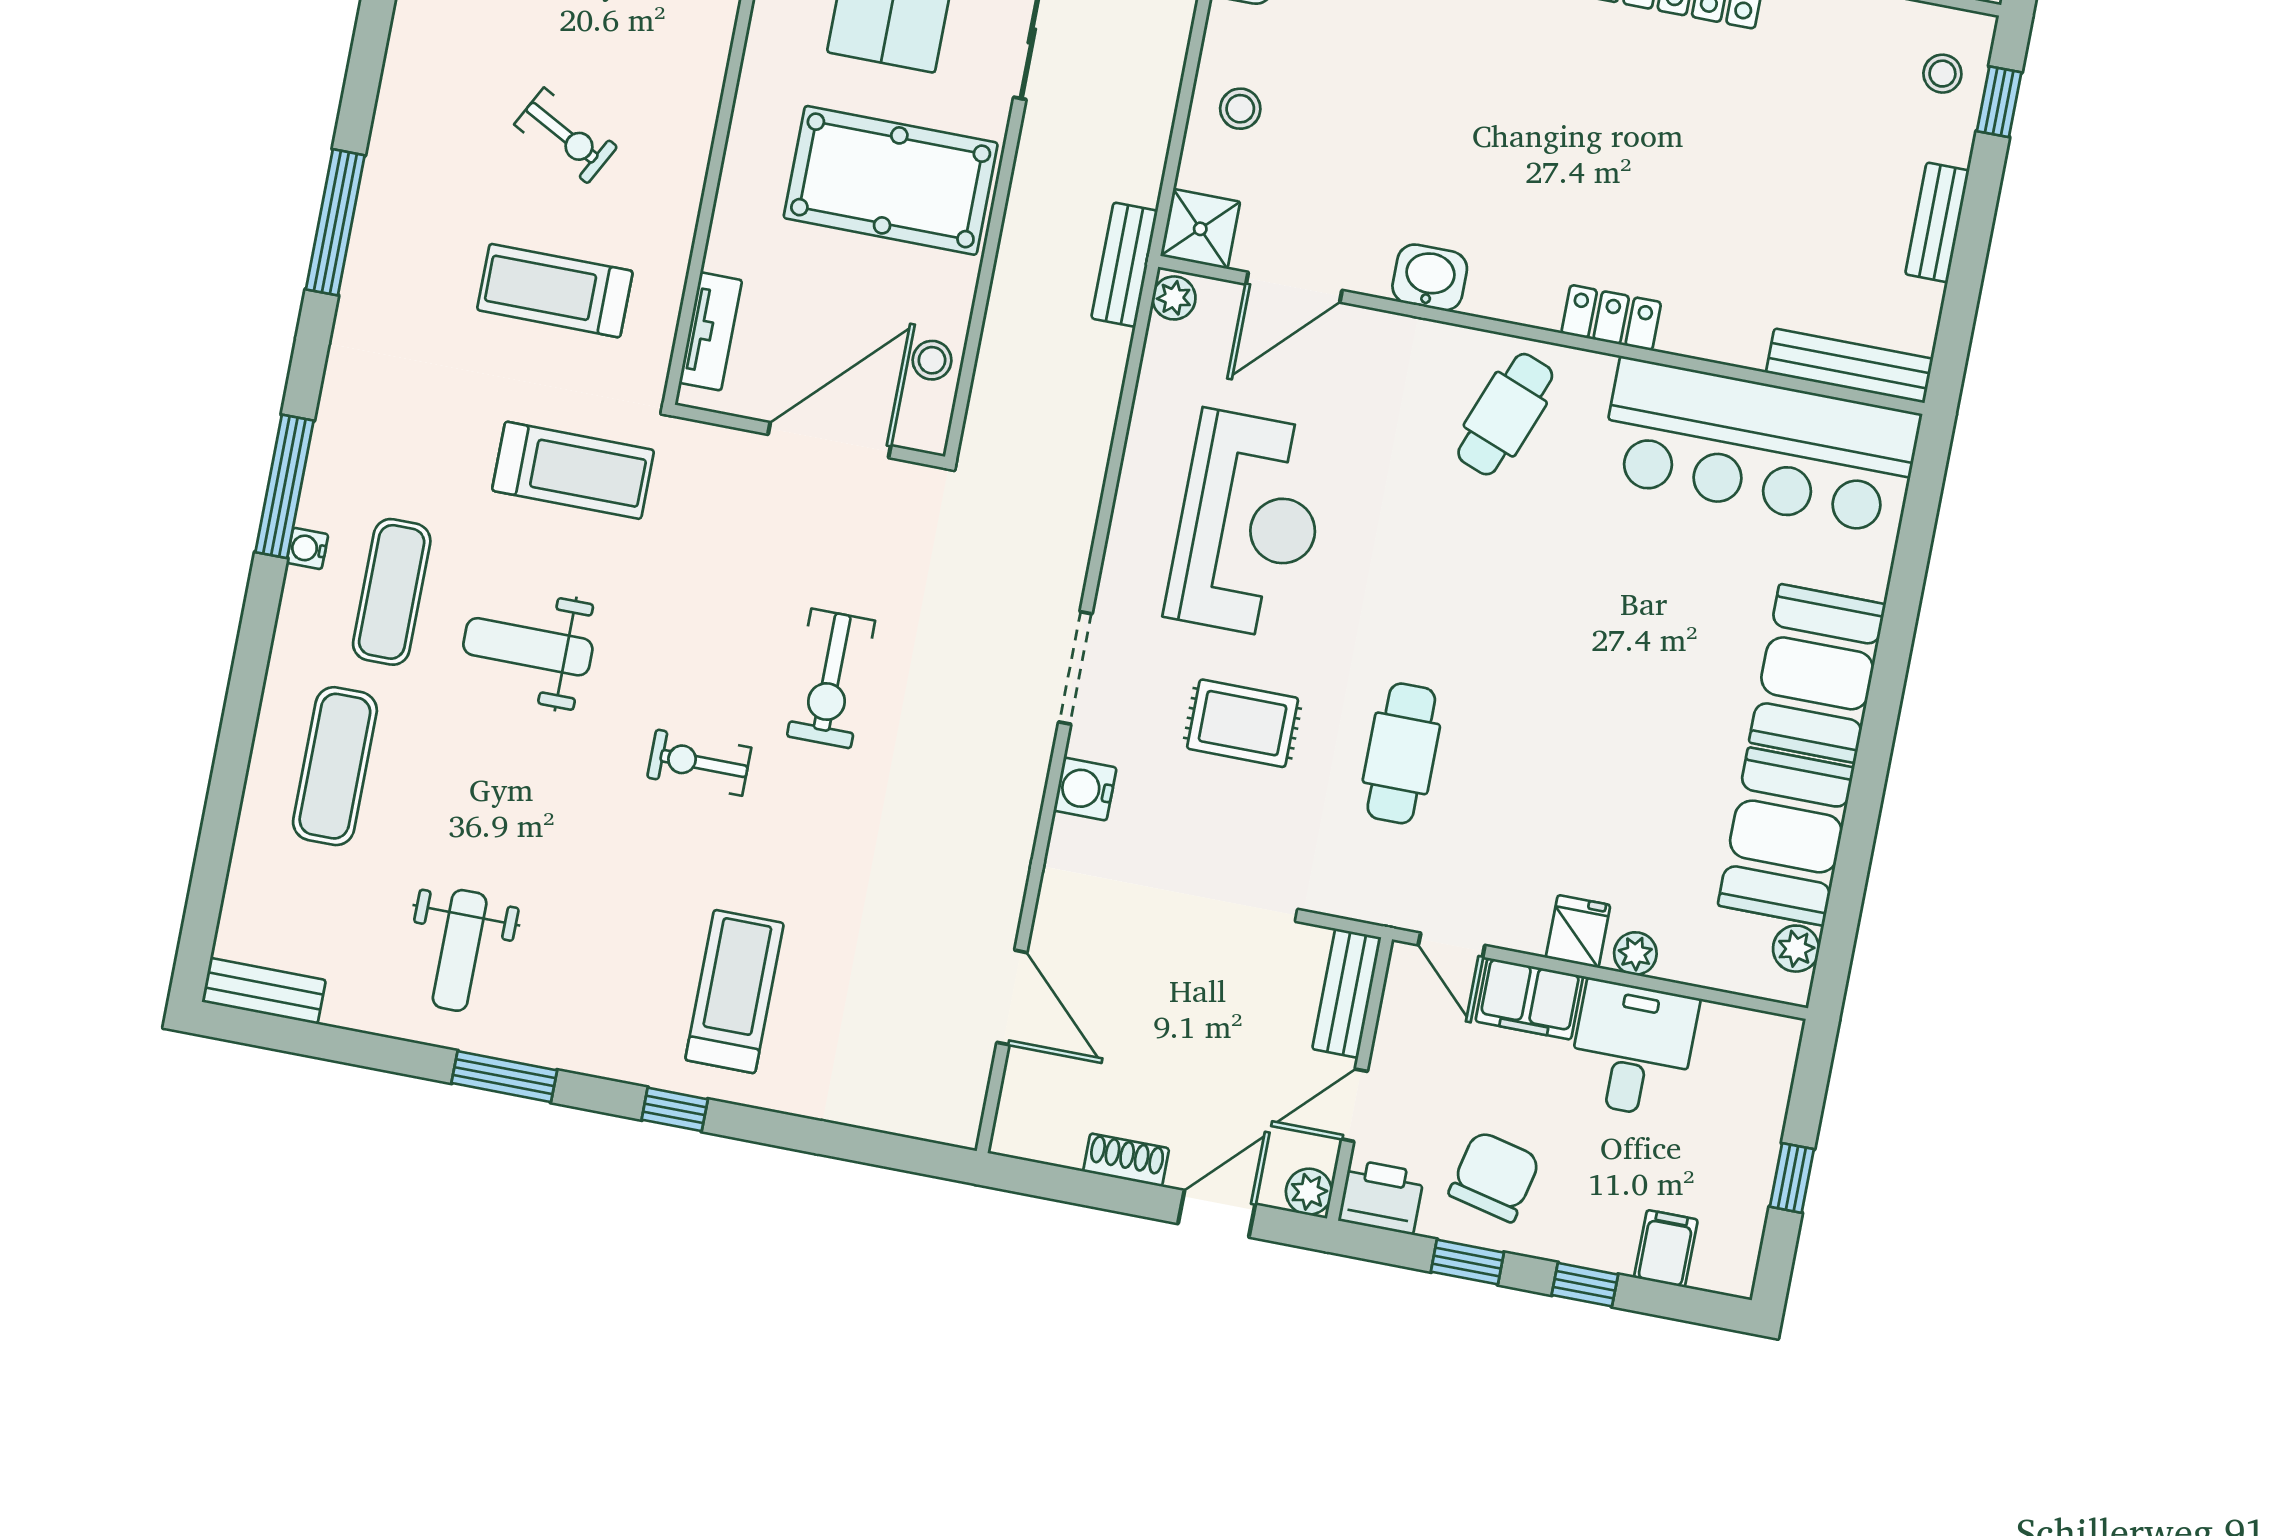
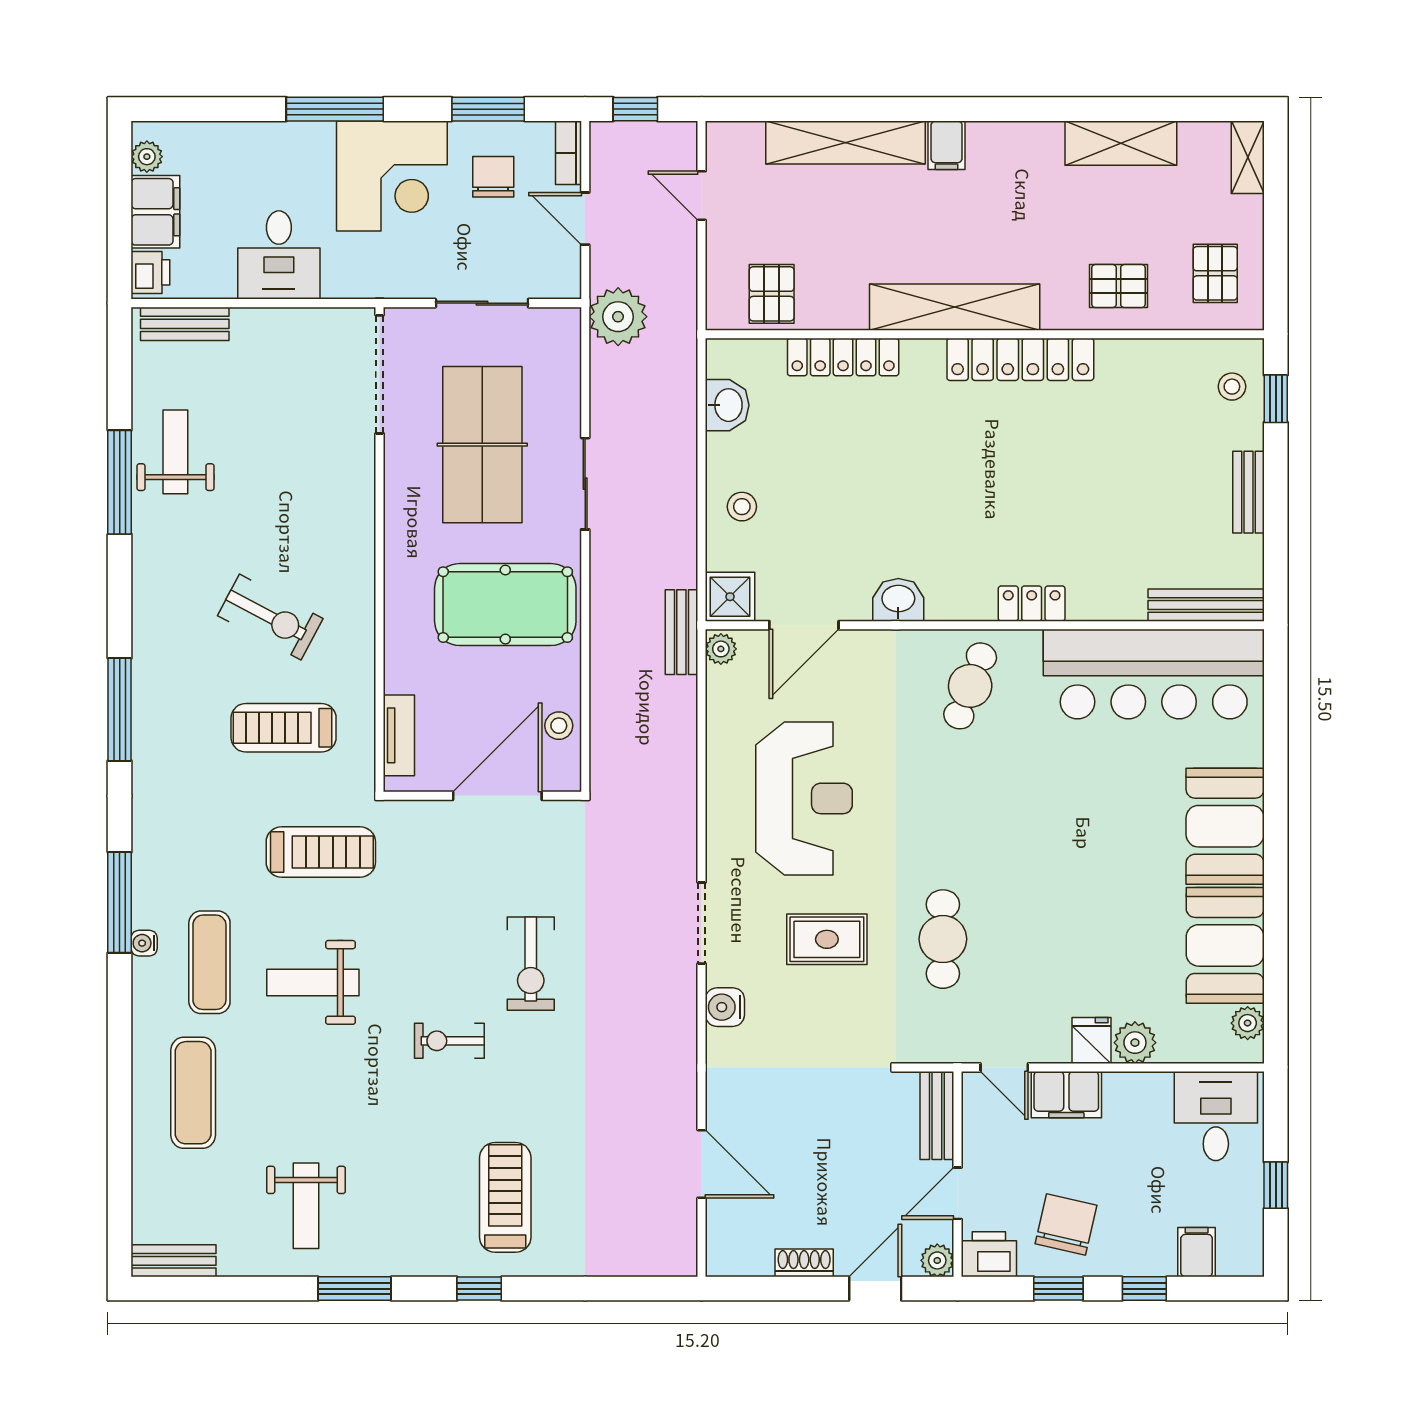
exercise bike: (566, 136) -> (270, 617), width x1.38, depth x1.39
plant: (1635, 953) -> (1135, 1043), width x1.38, depth x1.38
desk: (1632, 1049) -> (1216, 1116), moved

